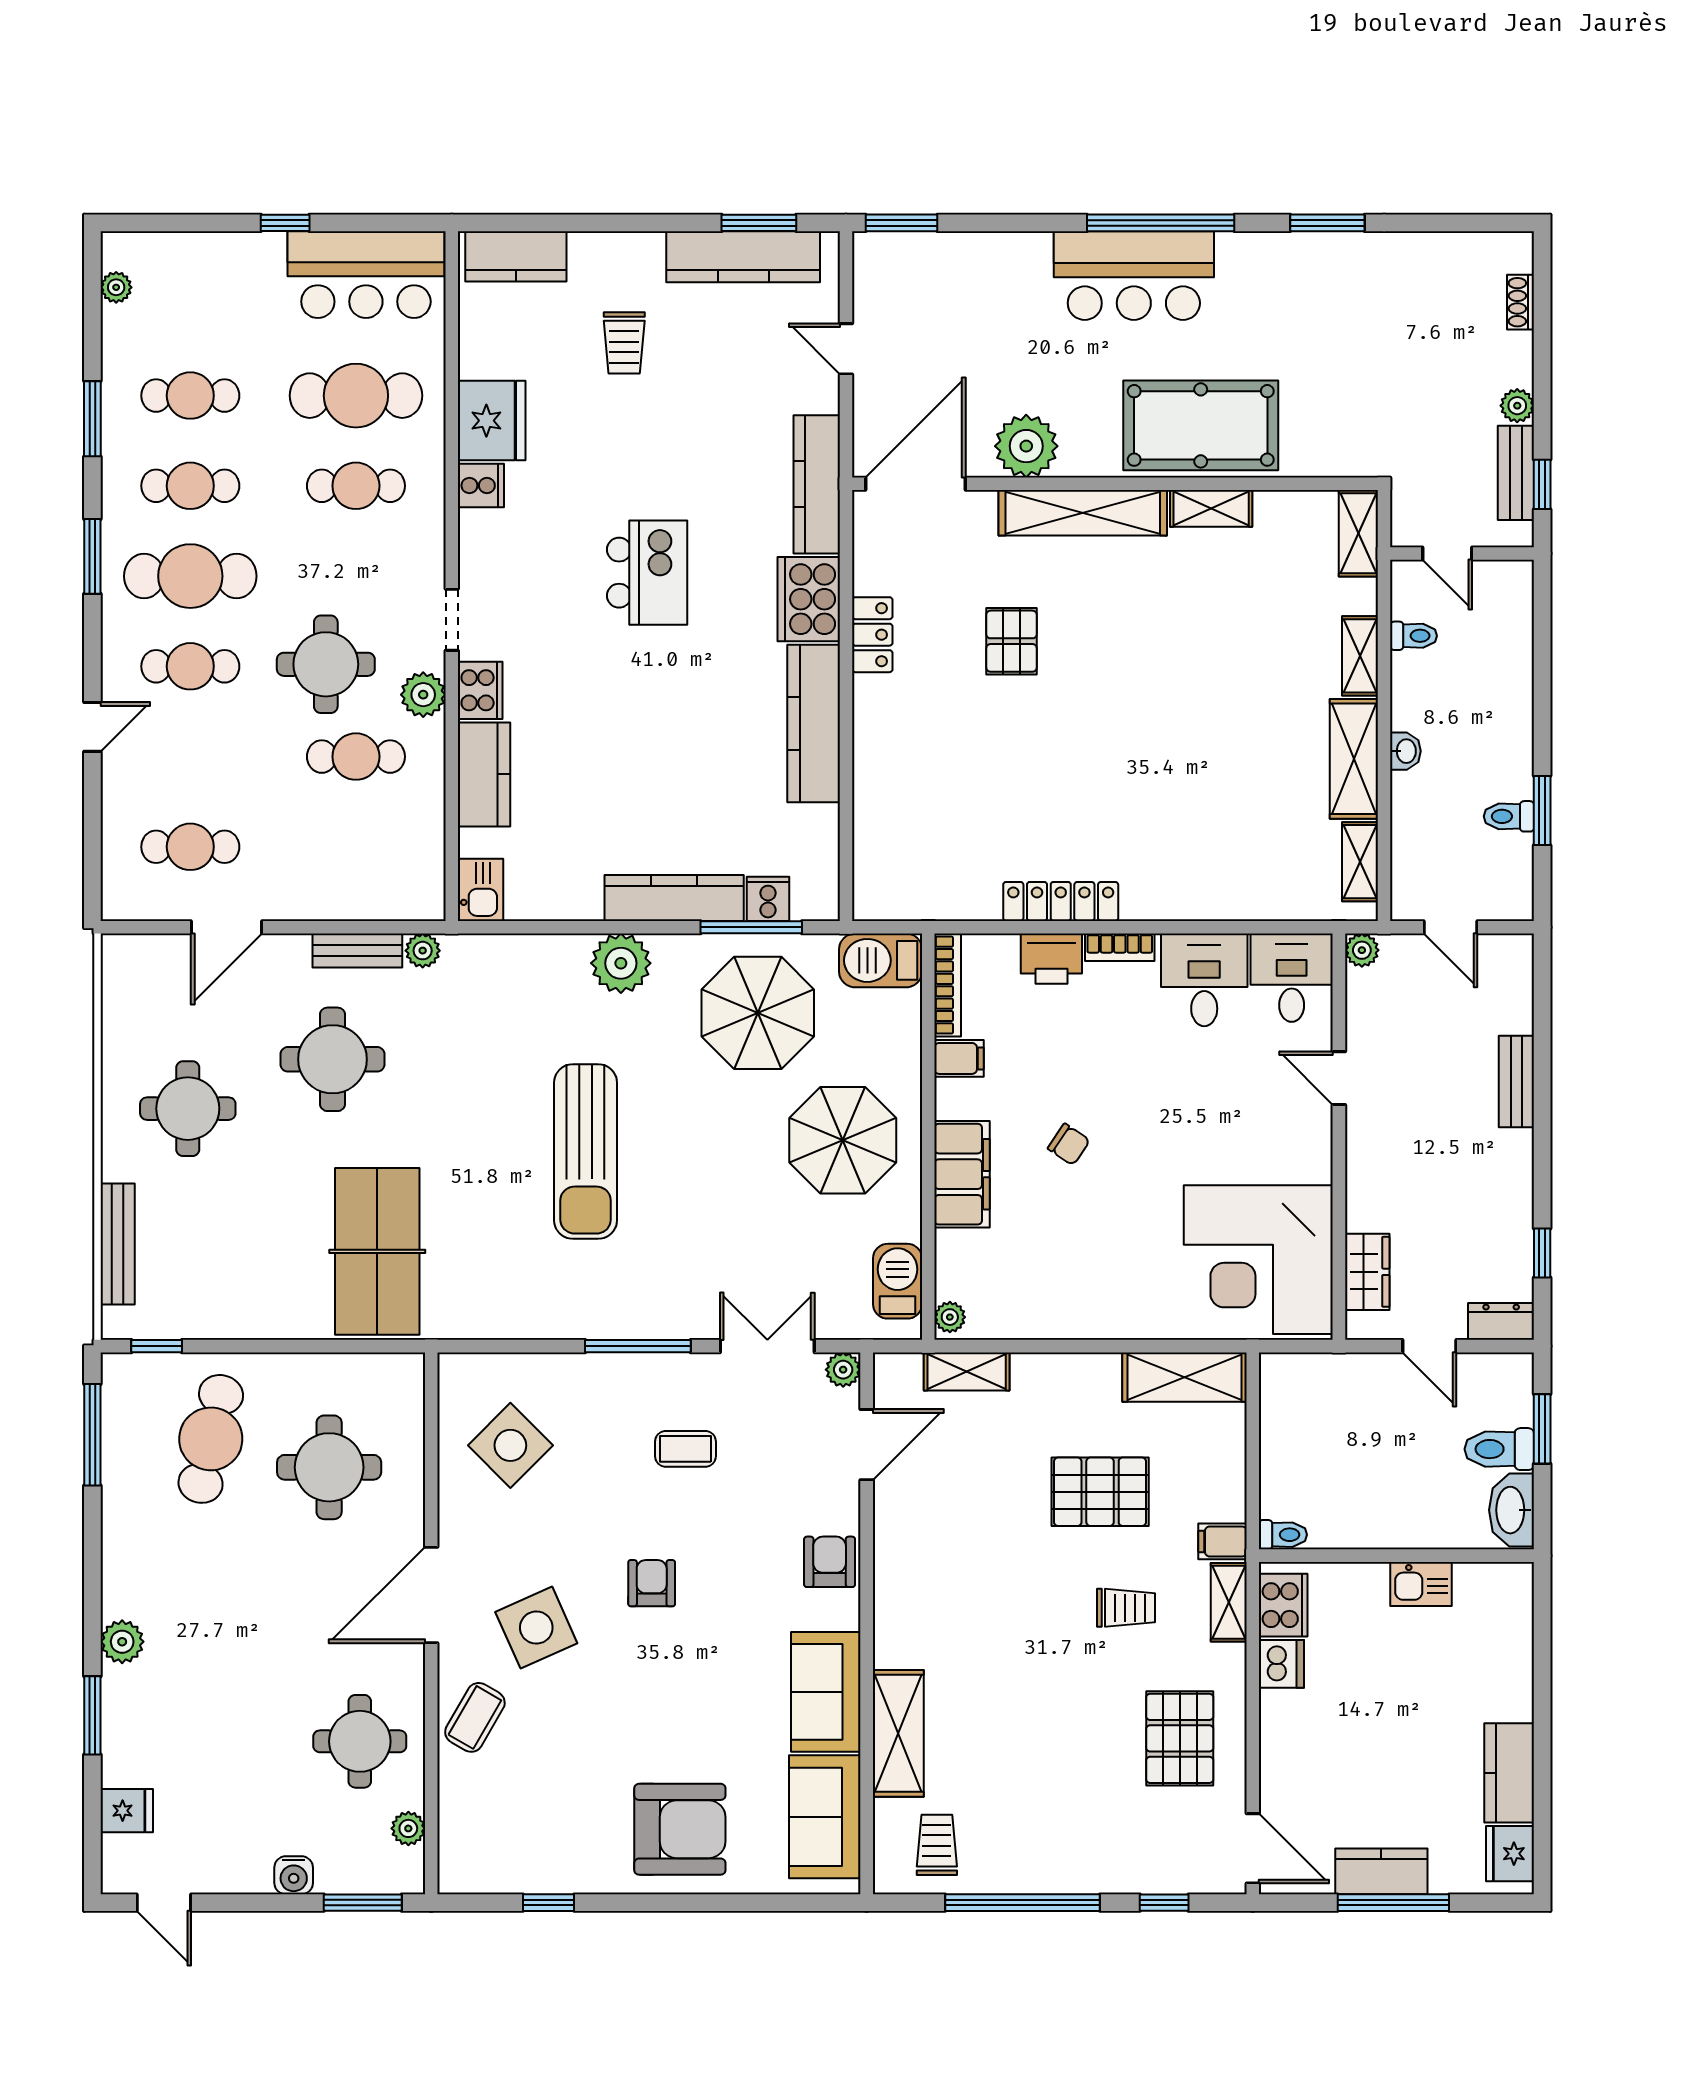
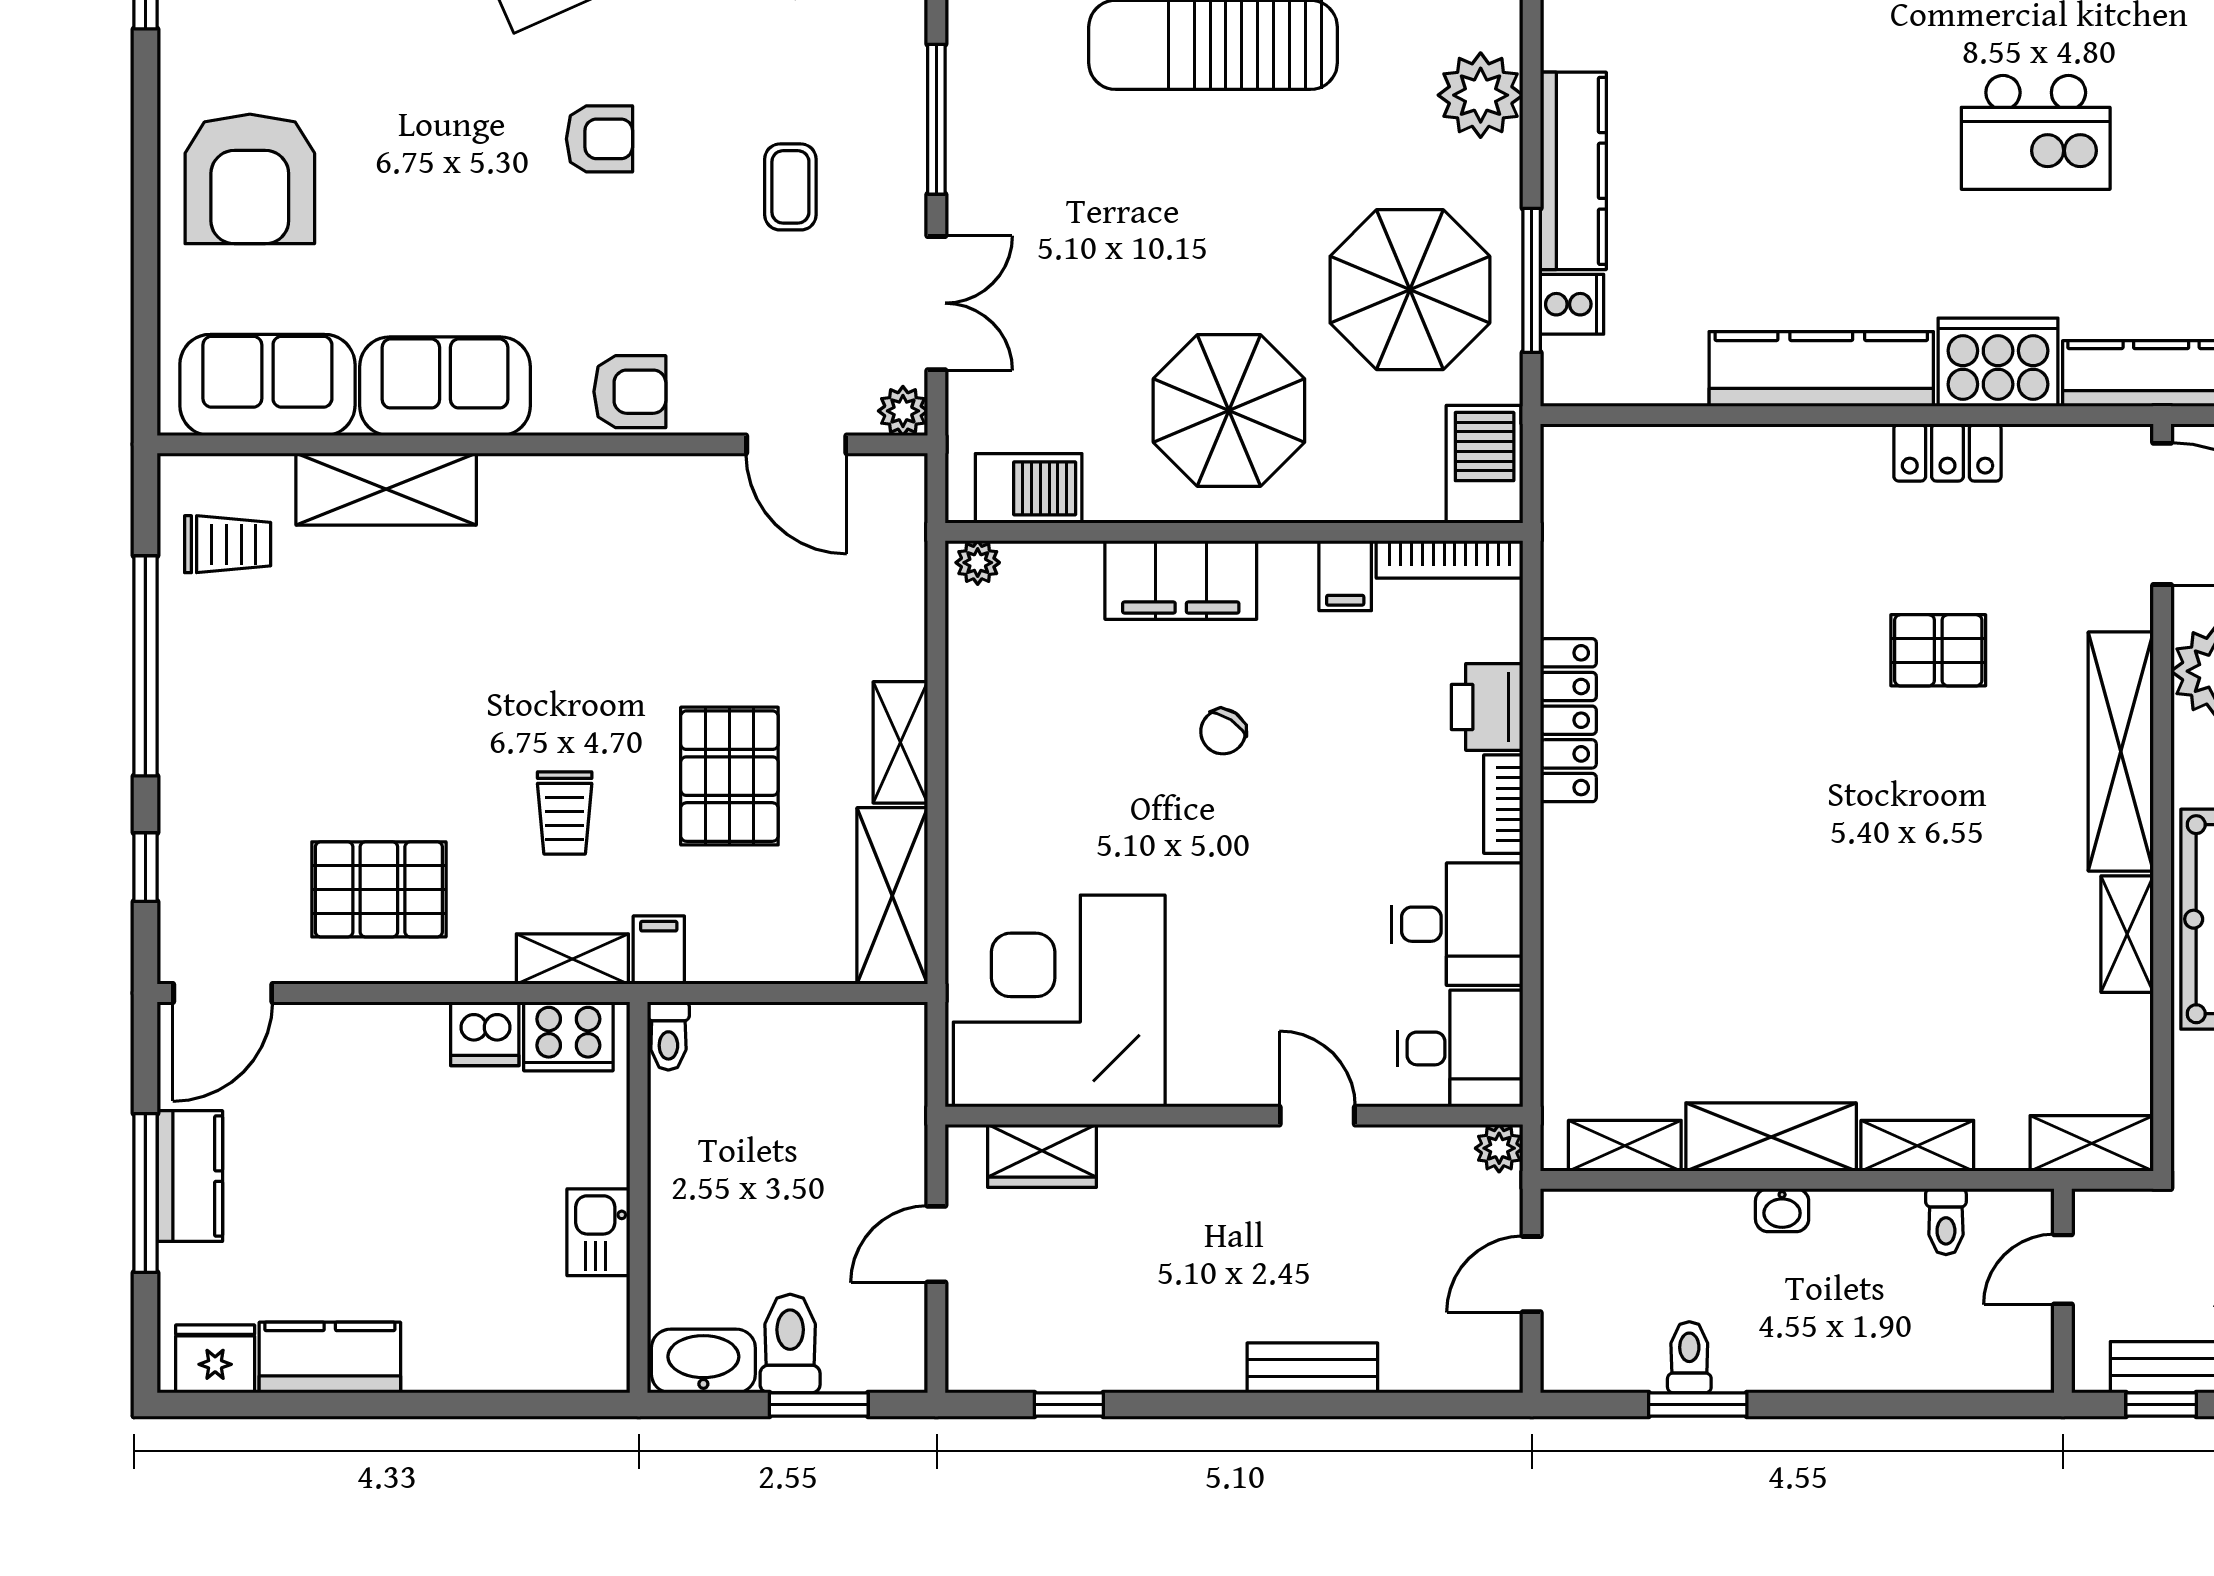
door: (1339, 1078) -> (1317, 1116), hinge flipped
dresser: (1501, 1321) -> (971, 1346), removed
shelving: (967, 1372) -> (900, 742), moved

